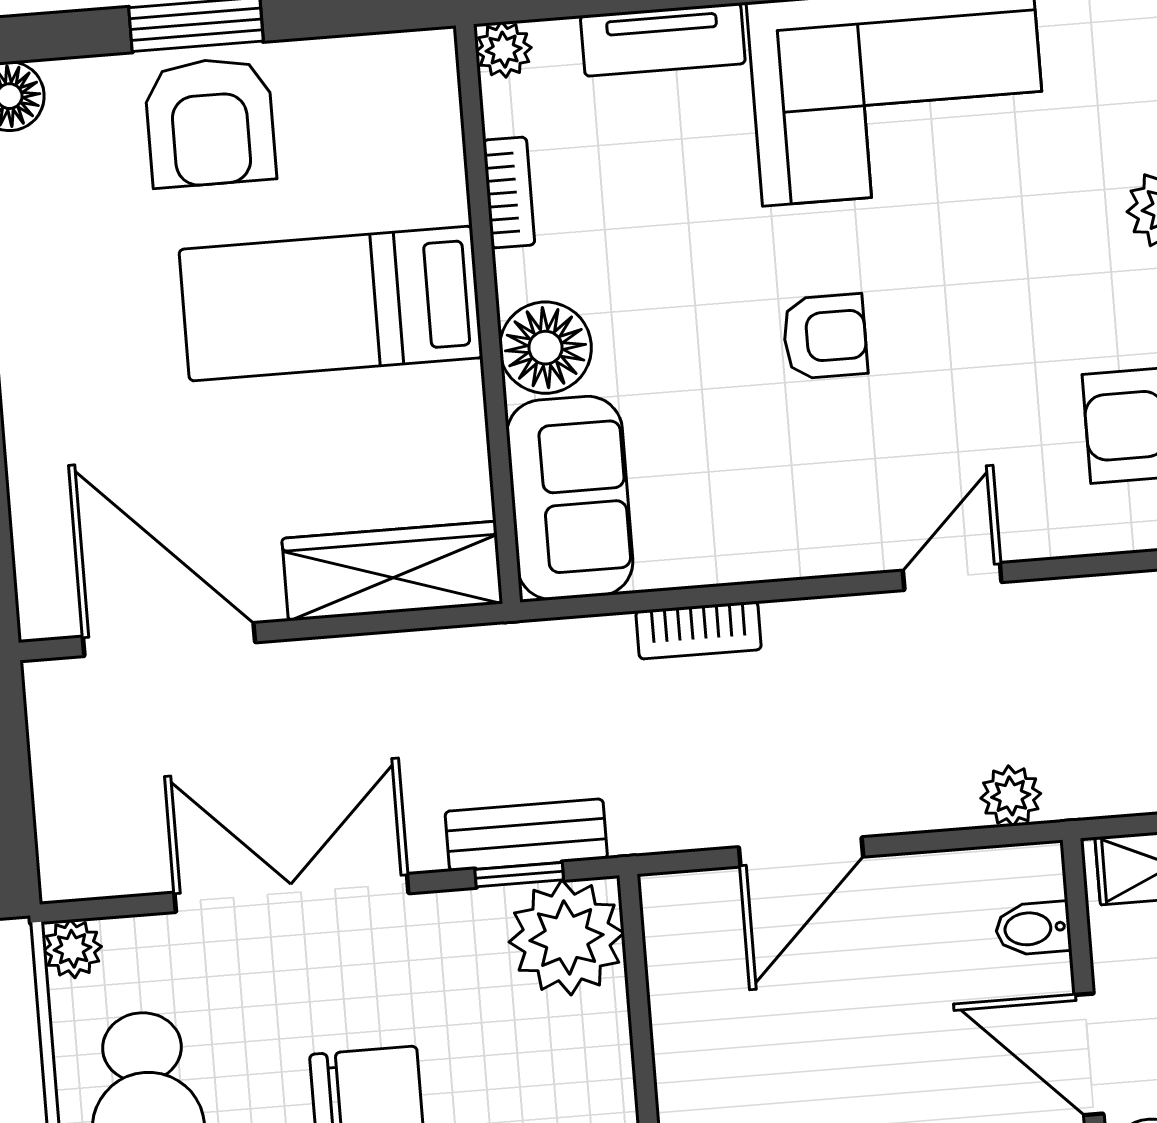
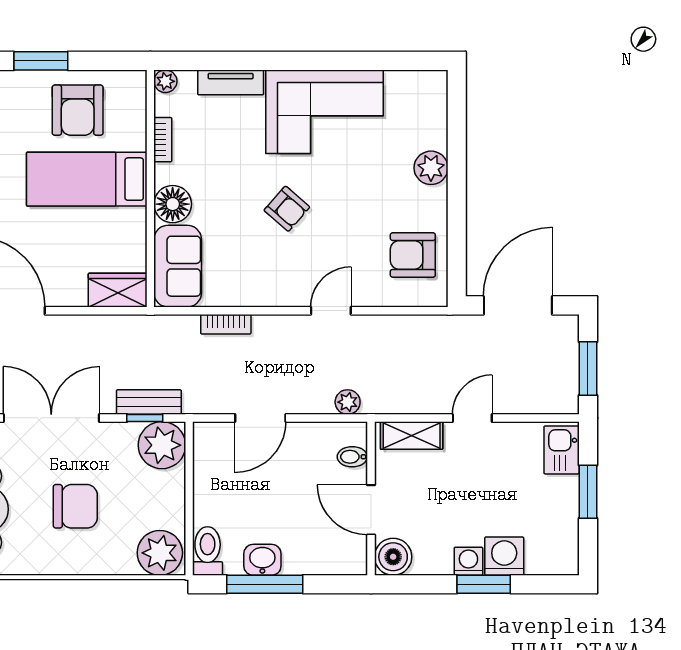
armchair: (210, 122) -> (78, 110), moved
armchair: (825, 336) -> (287, 209), turned 41
wardrobe: (392, 571) -> (118, 290), width x0.67

